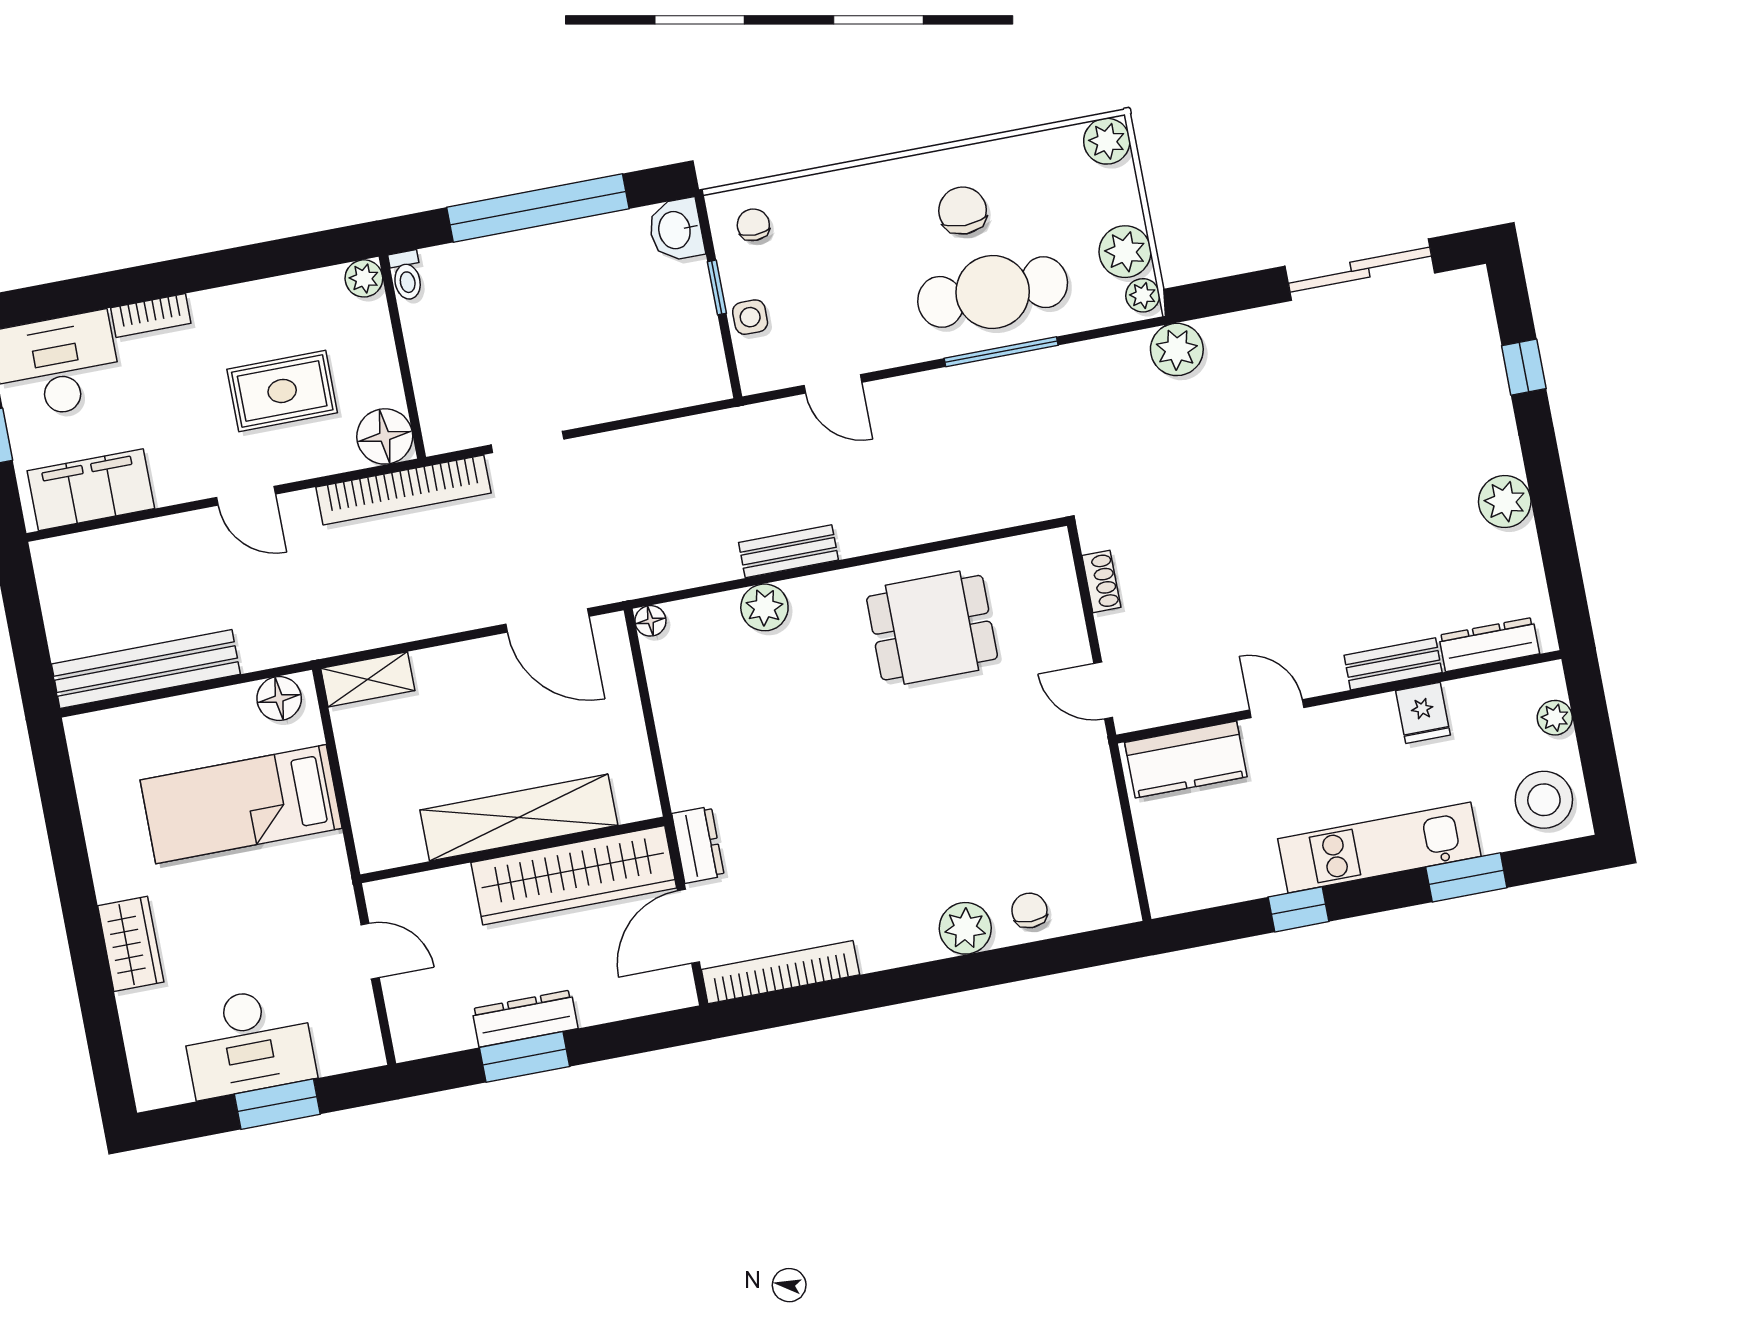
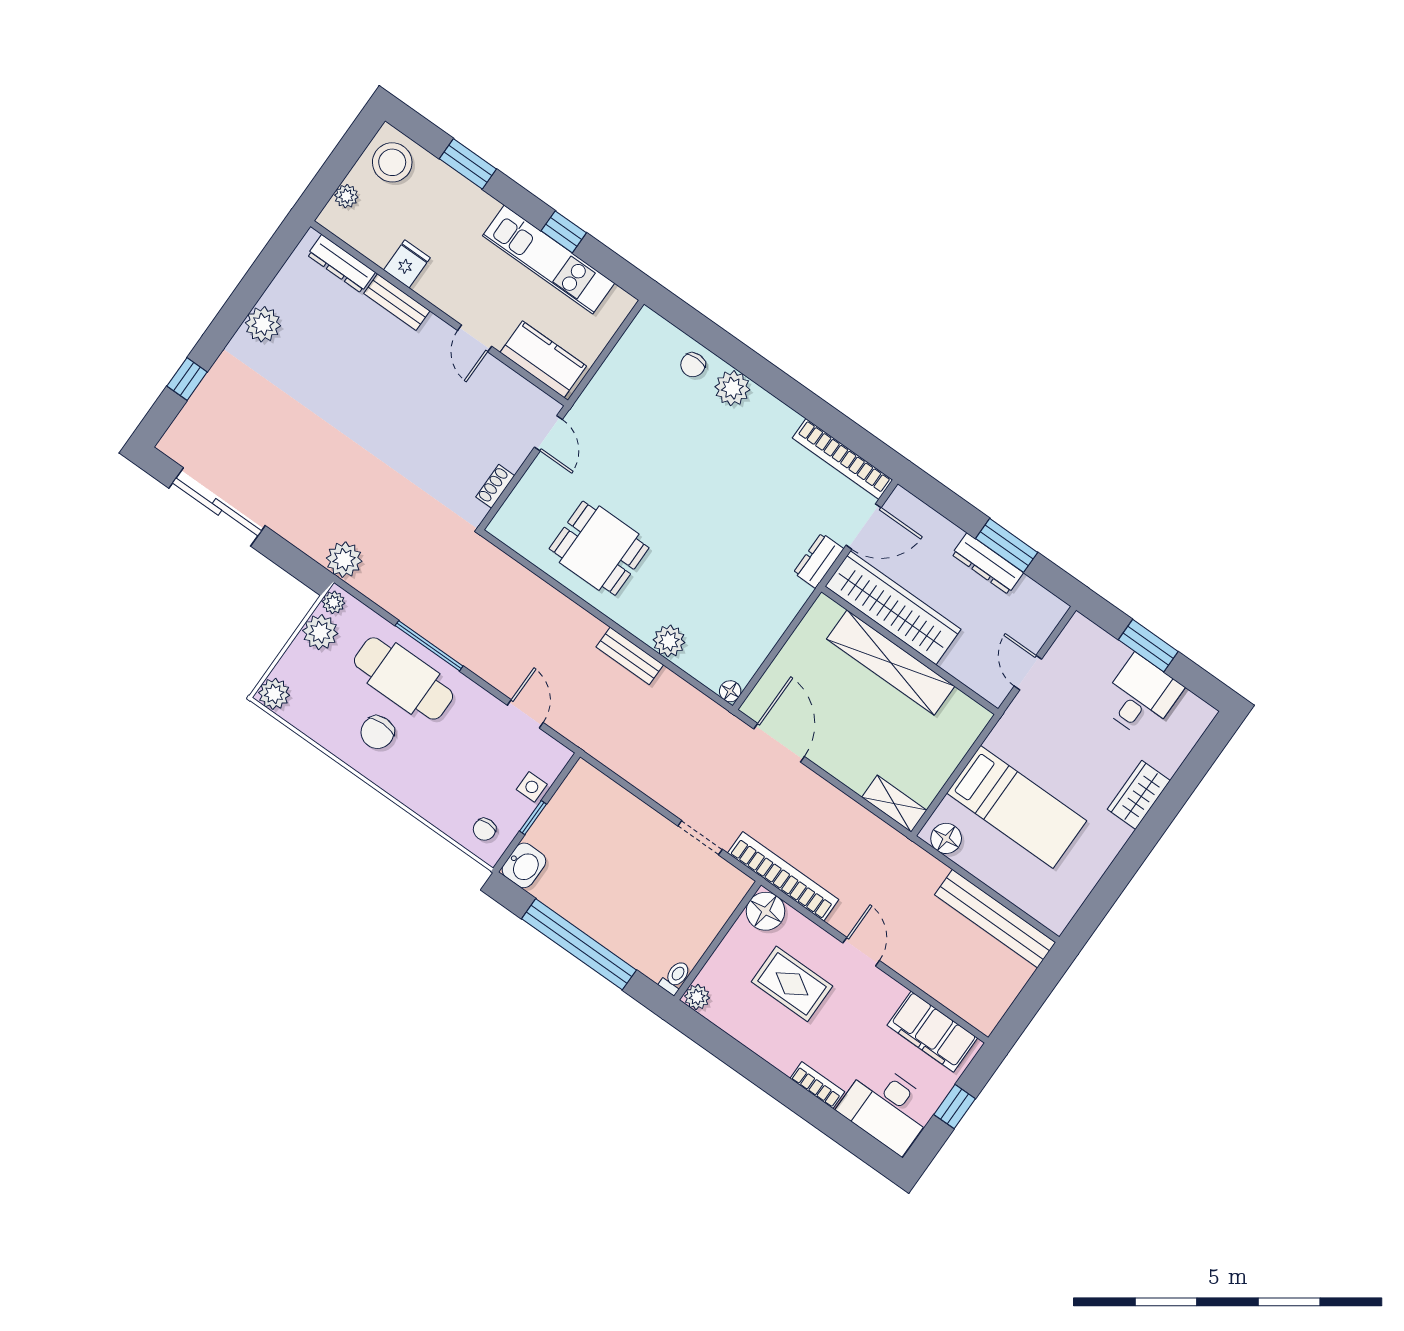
kitchen unit: (1379, 848) -> (549, 259), moved
desk: (248, 1042) -> (1141, 696), width x0.73

